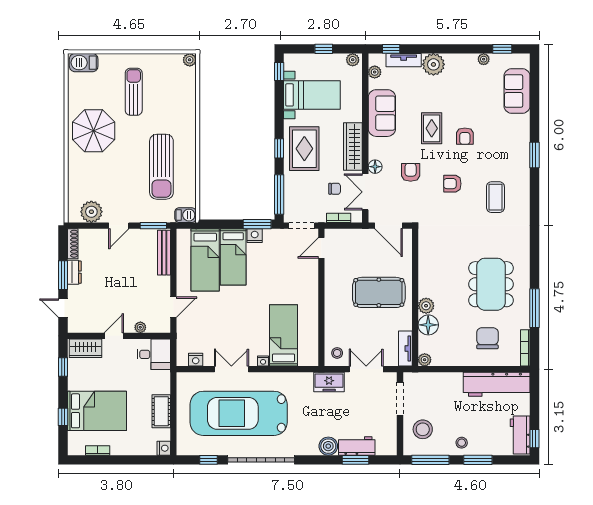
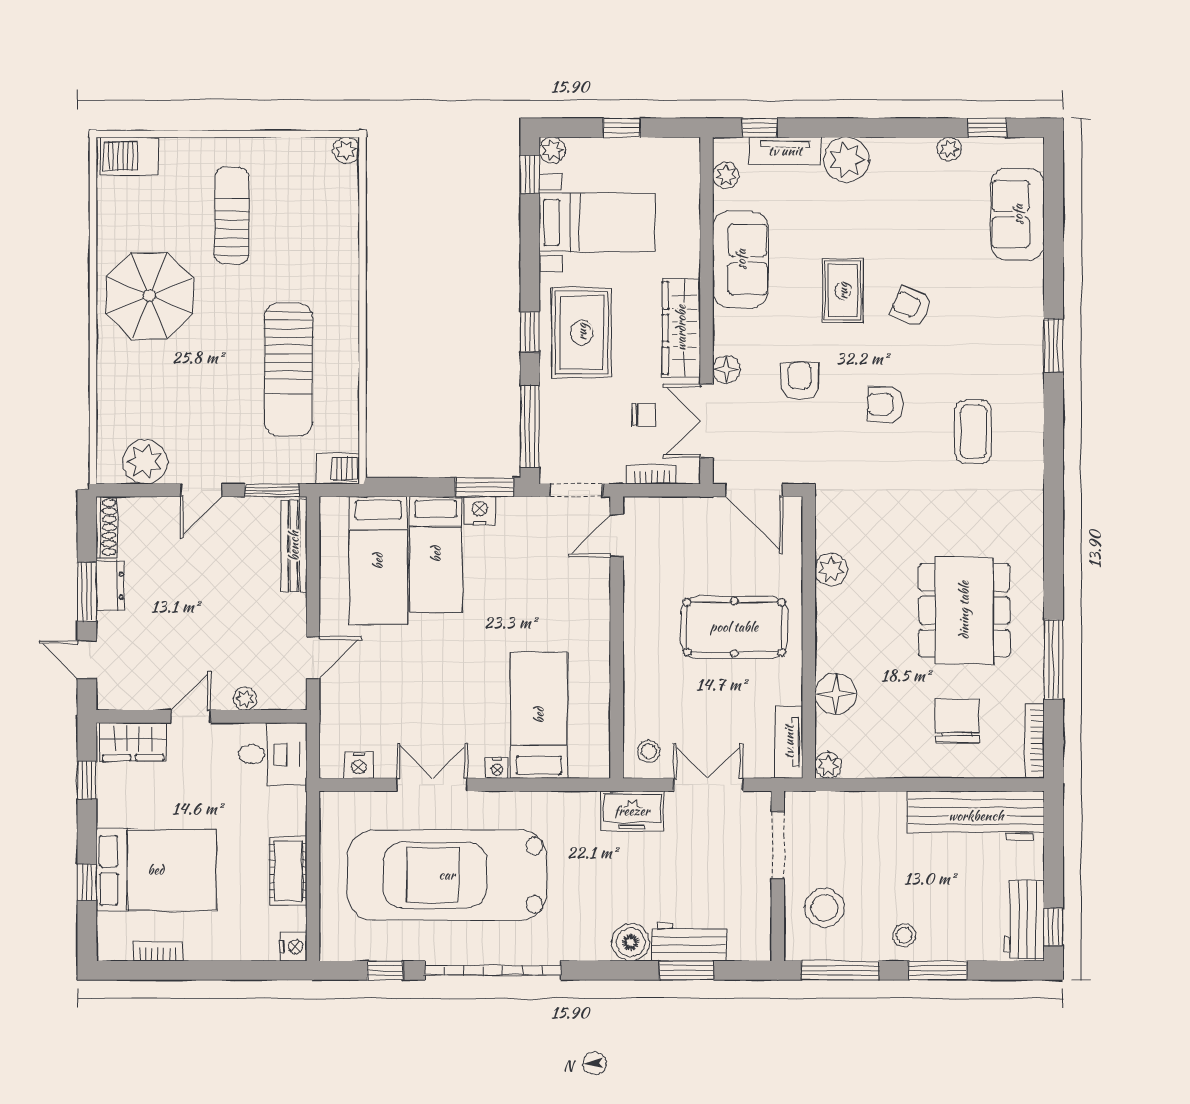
plant: (353, 60) -> (552, 150), moved
armchair: (465, 136) -> (911, 307), turned 115
plant: (426, 306) -> (831, 570), moved

